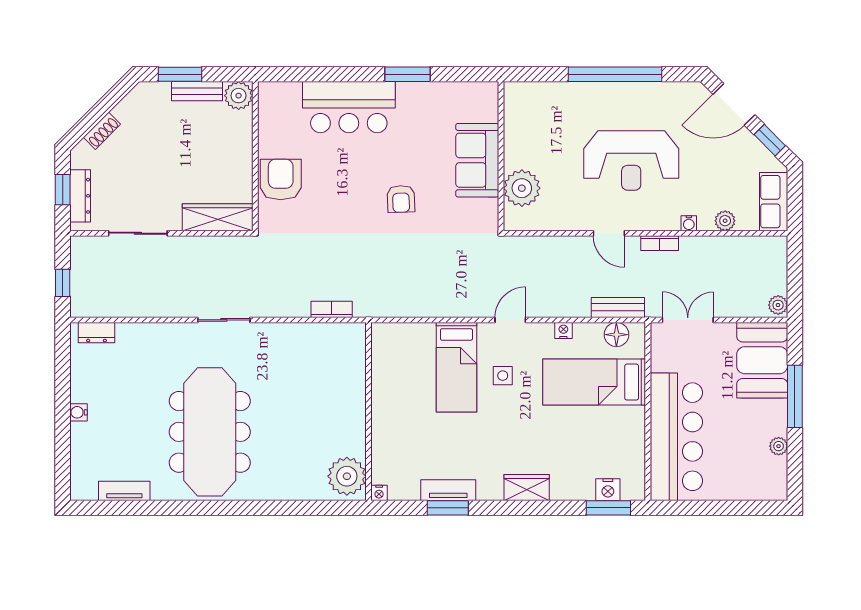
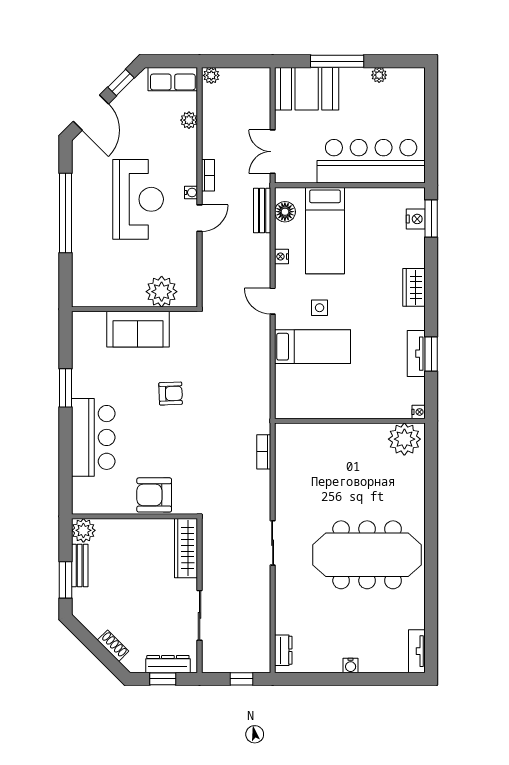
water cooler: (689, 223) -> (191, 192), moved
plant: (778, 305) -> (211, 75), moved
tv unit: (124, 491) -> (417, 651), moved

